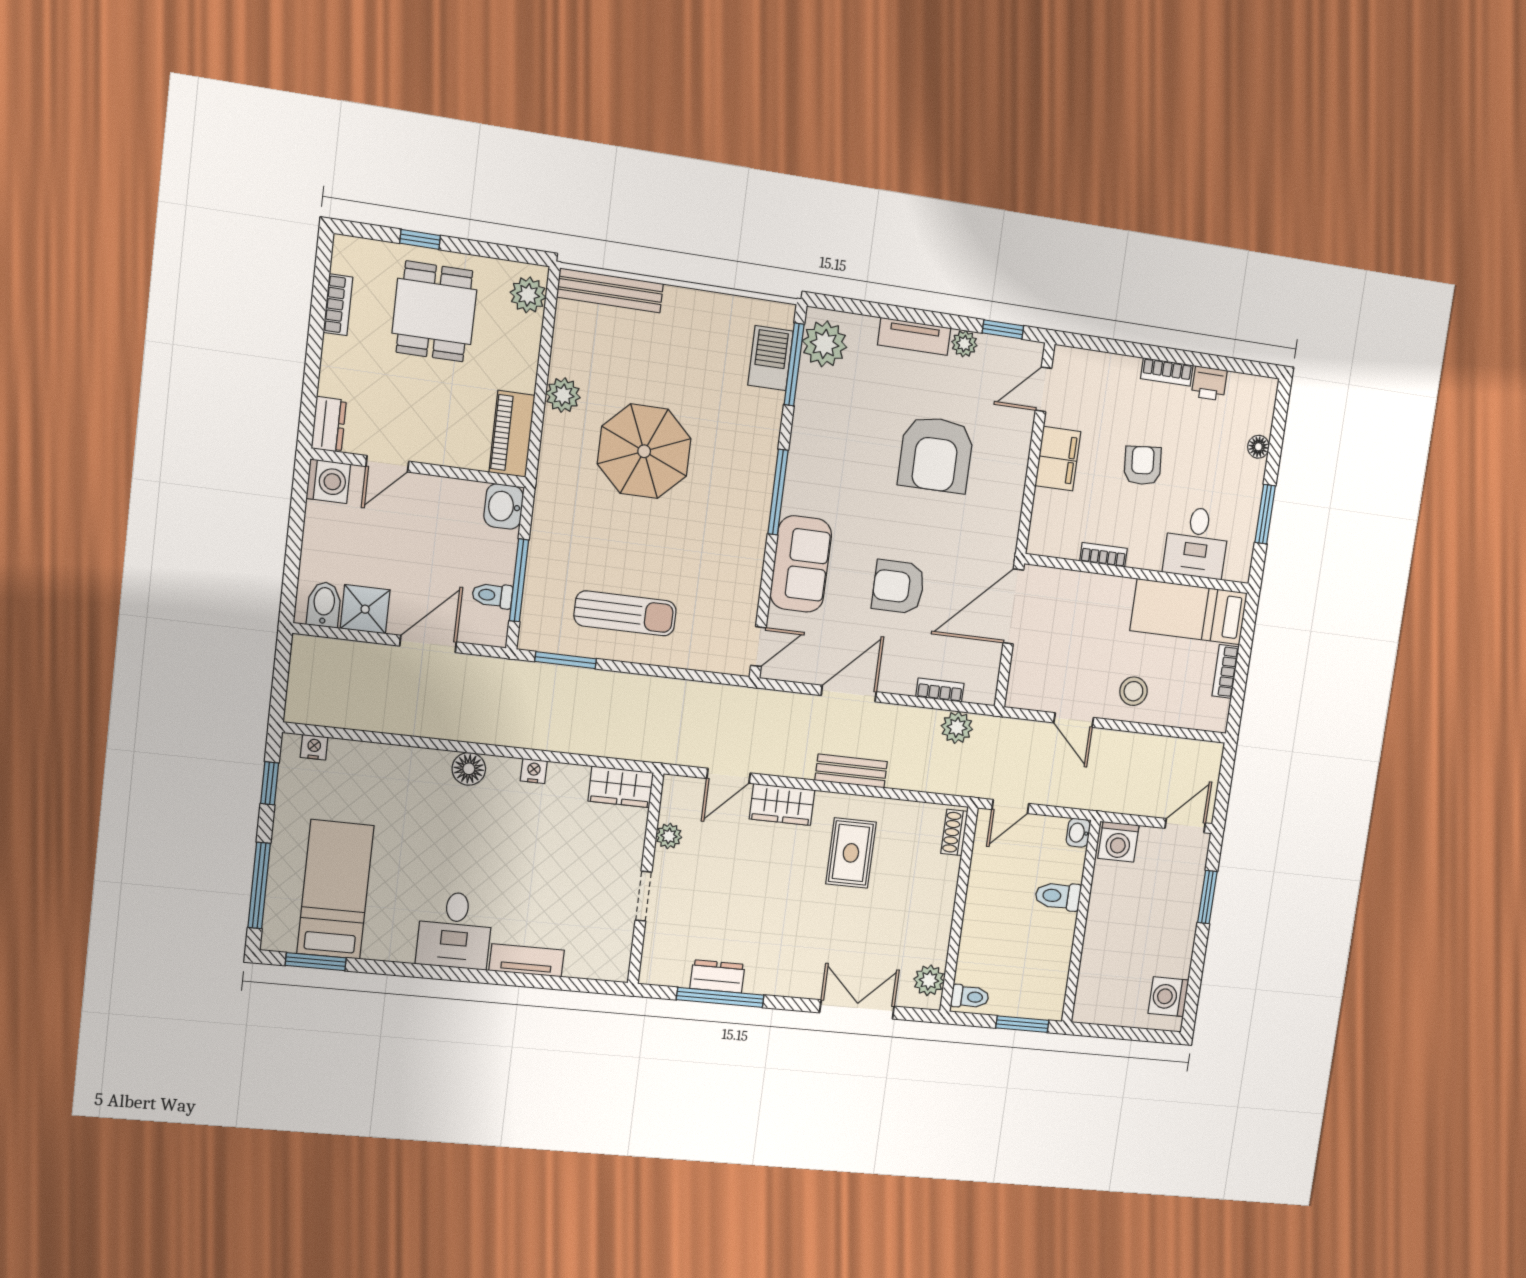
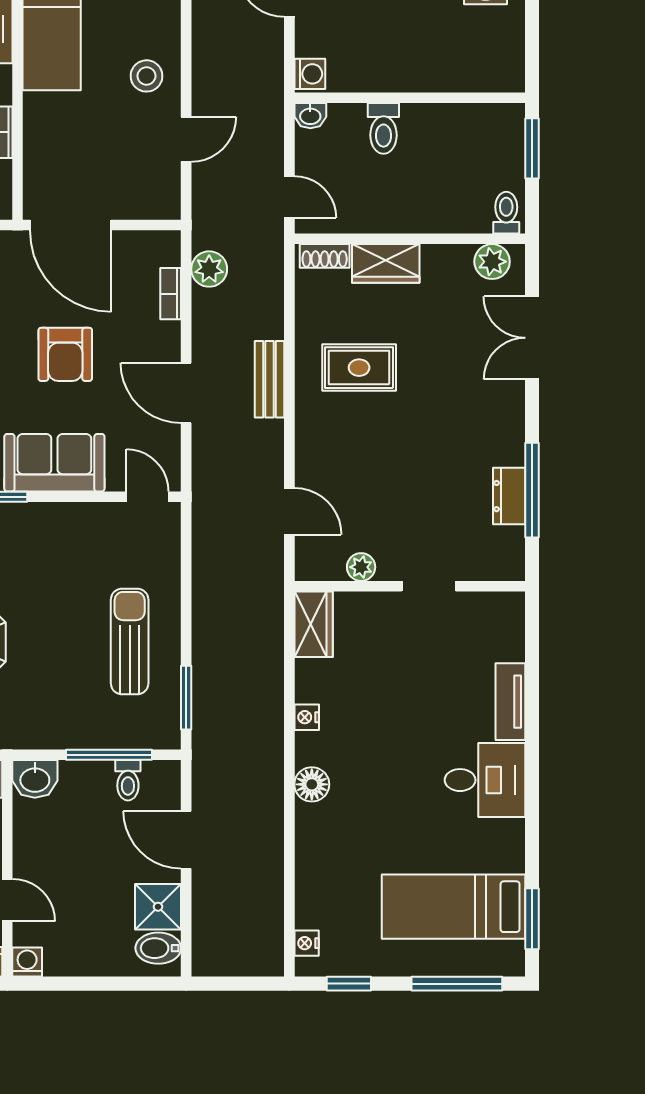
washing machine: (328, 481) -> (27, 962), width x0.73, depth x0.73
wardrobe: (782, 804) -> (386, 263), moved, turned 90
washing machine: (1118, 842) -> (310, 74), width x0.73, depth x0.73

